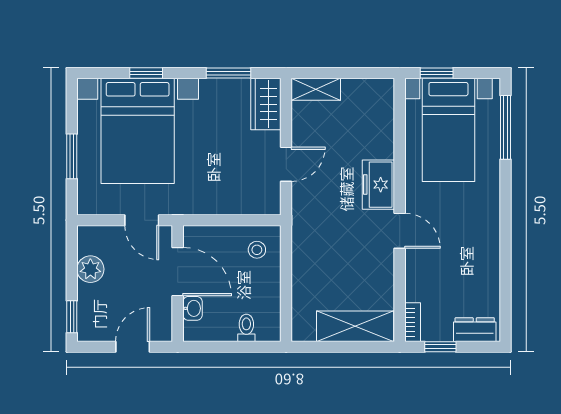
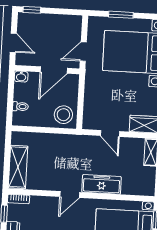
freezer: (378, 185) -> (101, 184), width x1.40
stool: (257, 250) -> (63, 115), width x1.89, depth x1.89
plant: (90, 269) -> (58, 22), removed
washbasin: (193, 308) -> (21, 77), moved

